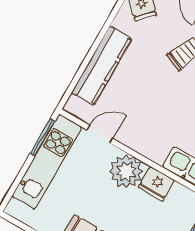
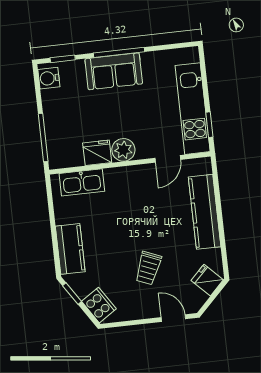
window: (43, 137) -> (209, 125), width x0.67
plant: (126, 171) -> (123, 150), width x0.73, depth x0.73

